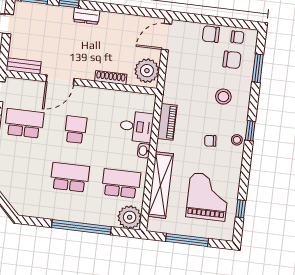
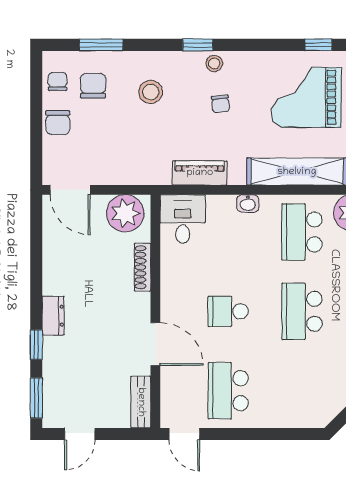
desk: (136, 127) -> (183, 219), moved

